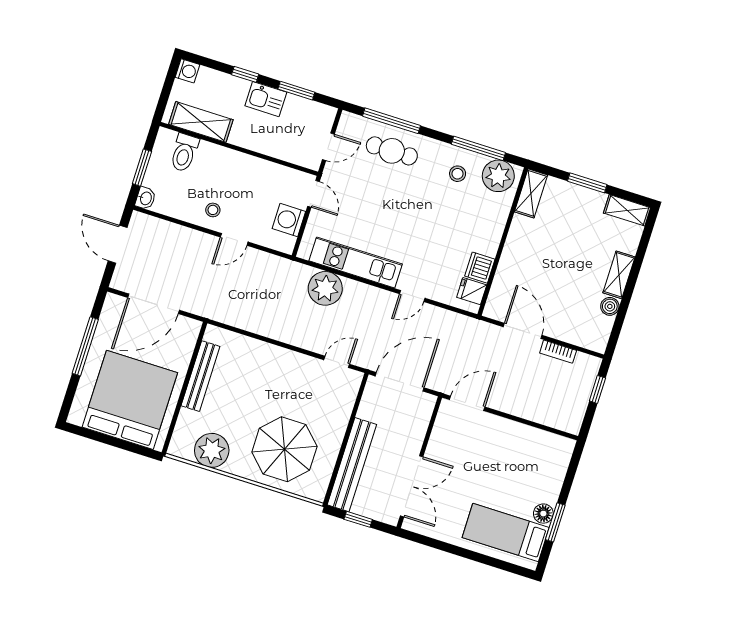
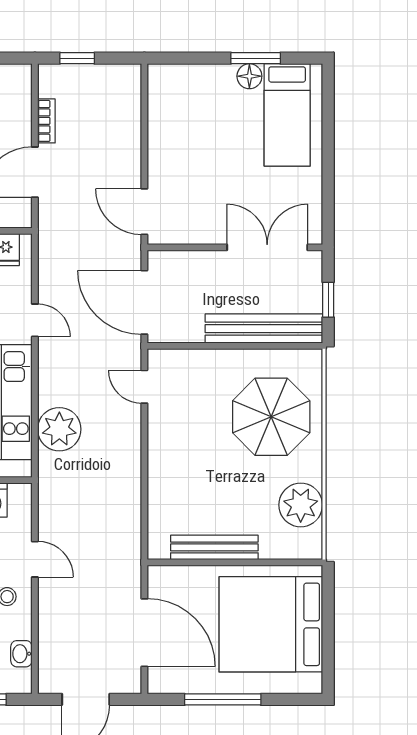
washbasin: (145, 198) -> (21, 654), moved, turned -90

